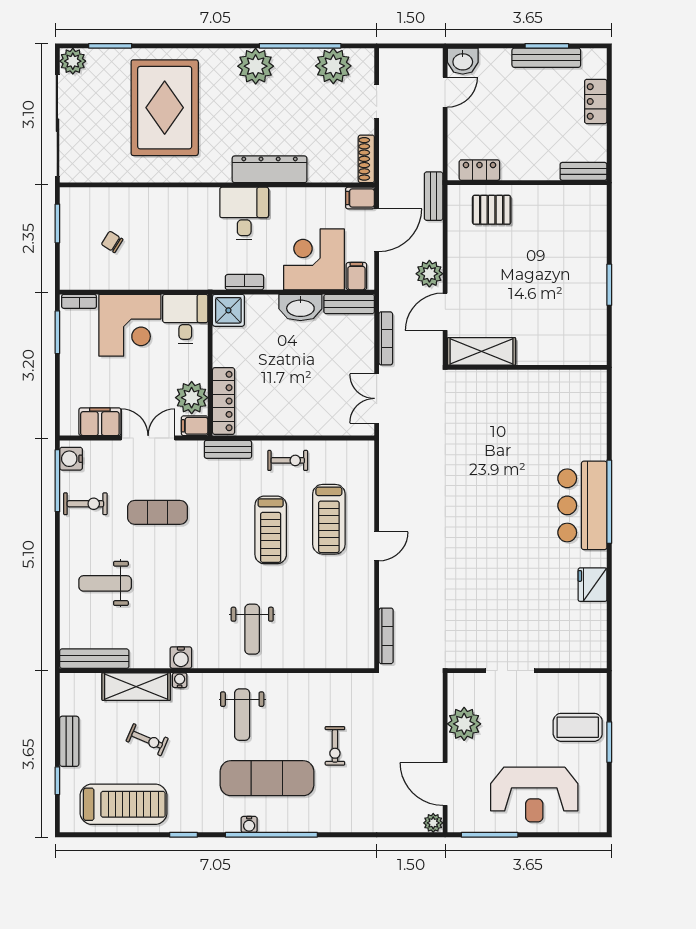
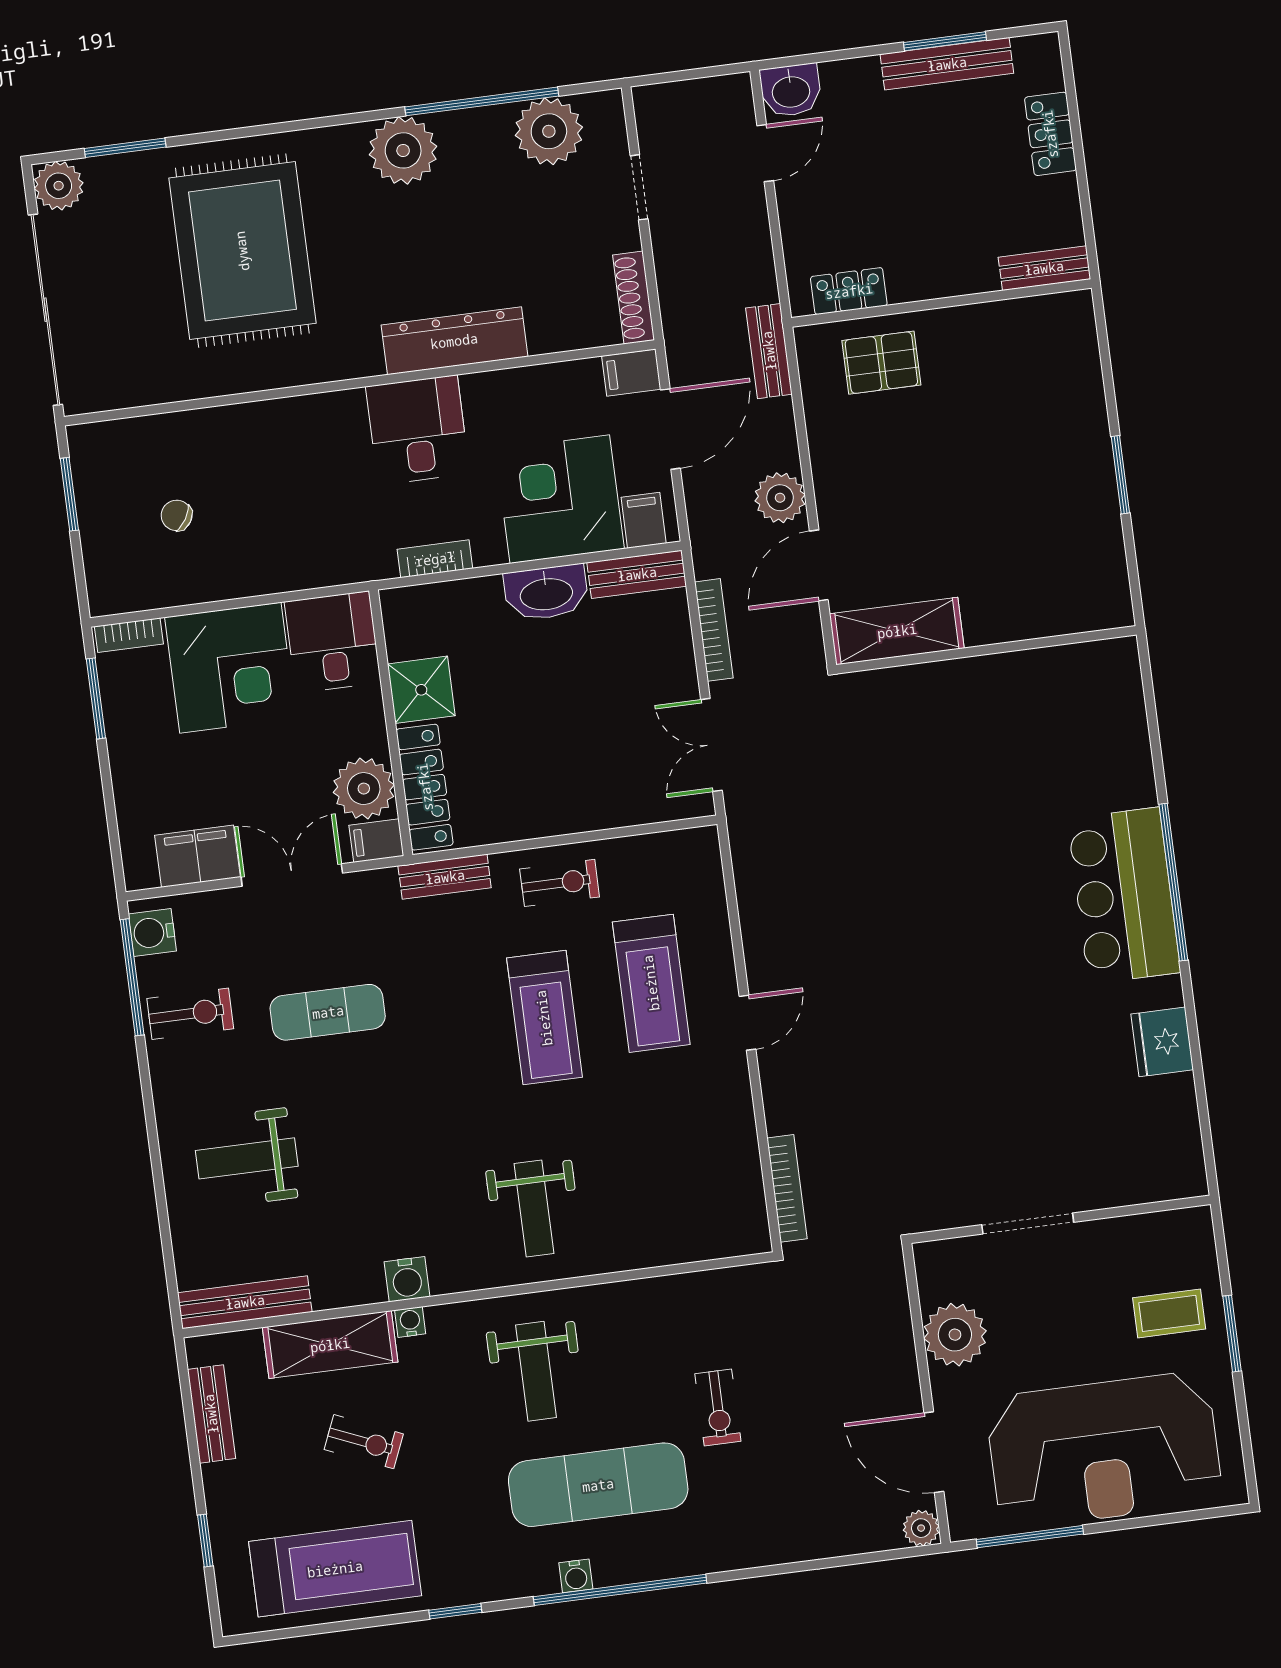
shower: (228, 310) -> (421, 690), moved
coffee table: (578, 727) -> (1169, 1313), width x0.73, depth x0.77
bench: (69, 741) -> (211, 1414), moved
reception desk: (534, 795) -> (1104, 1450), width x1.36, depth x1.30

